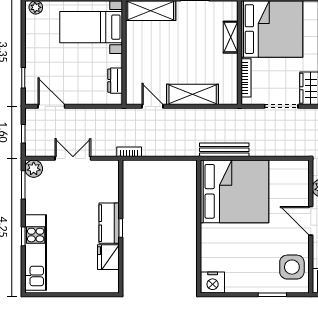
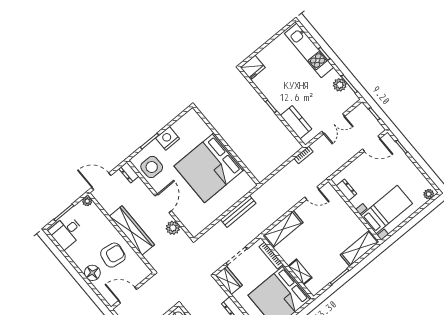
shelving: (193, 94) -> (283, 229), moved
bench: (224, 150) -> (238, 211), moved
plant: (34, 169) -> (340, 85), moved
bed: (235, 191) -> (209, 168), moved
door: (311, 221) -> (163, 203), hinge flipped
kitchen counter: (109, 223) -> (296, 122), moved
fridge: (108, 257) -> (253, 68), moved, turned 90
nightstand: (213, 283) -> (168, 138), moved

